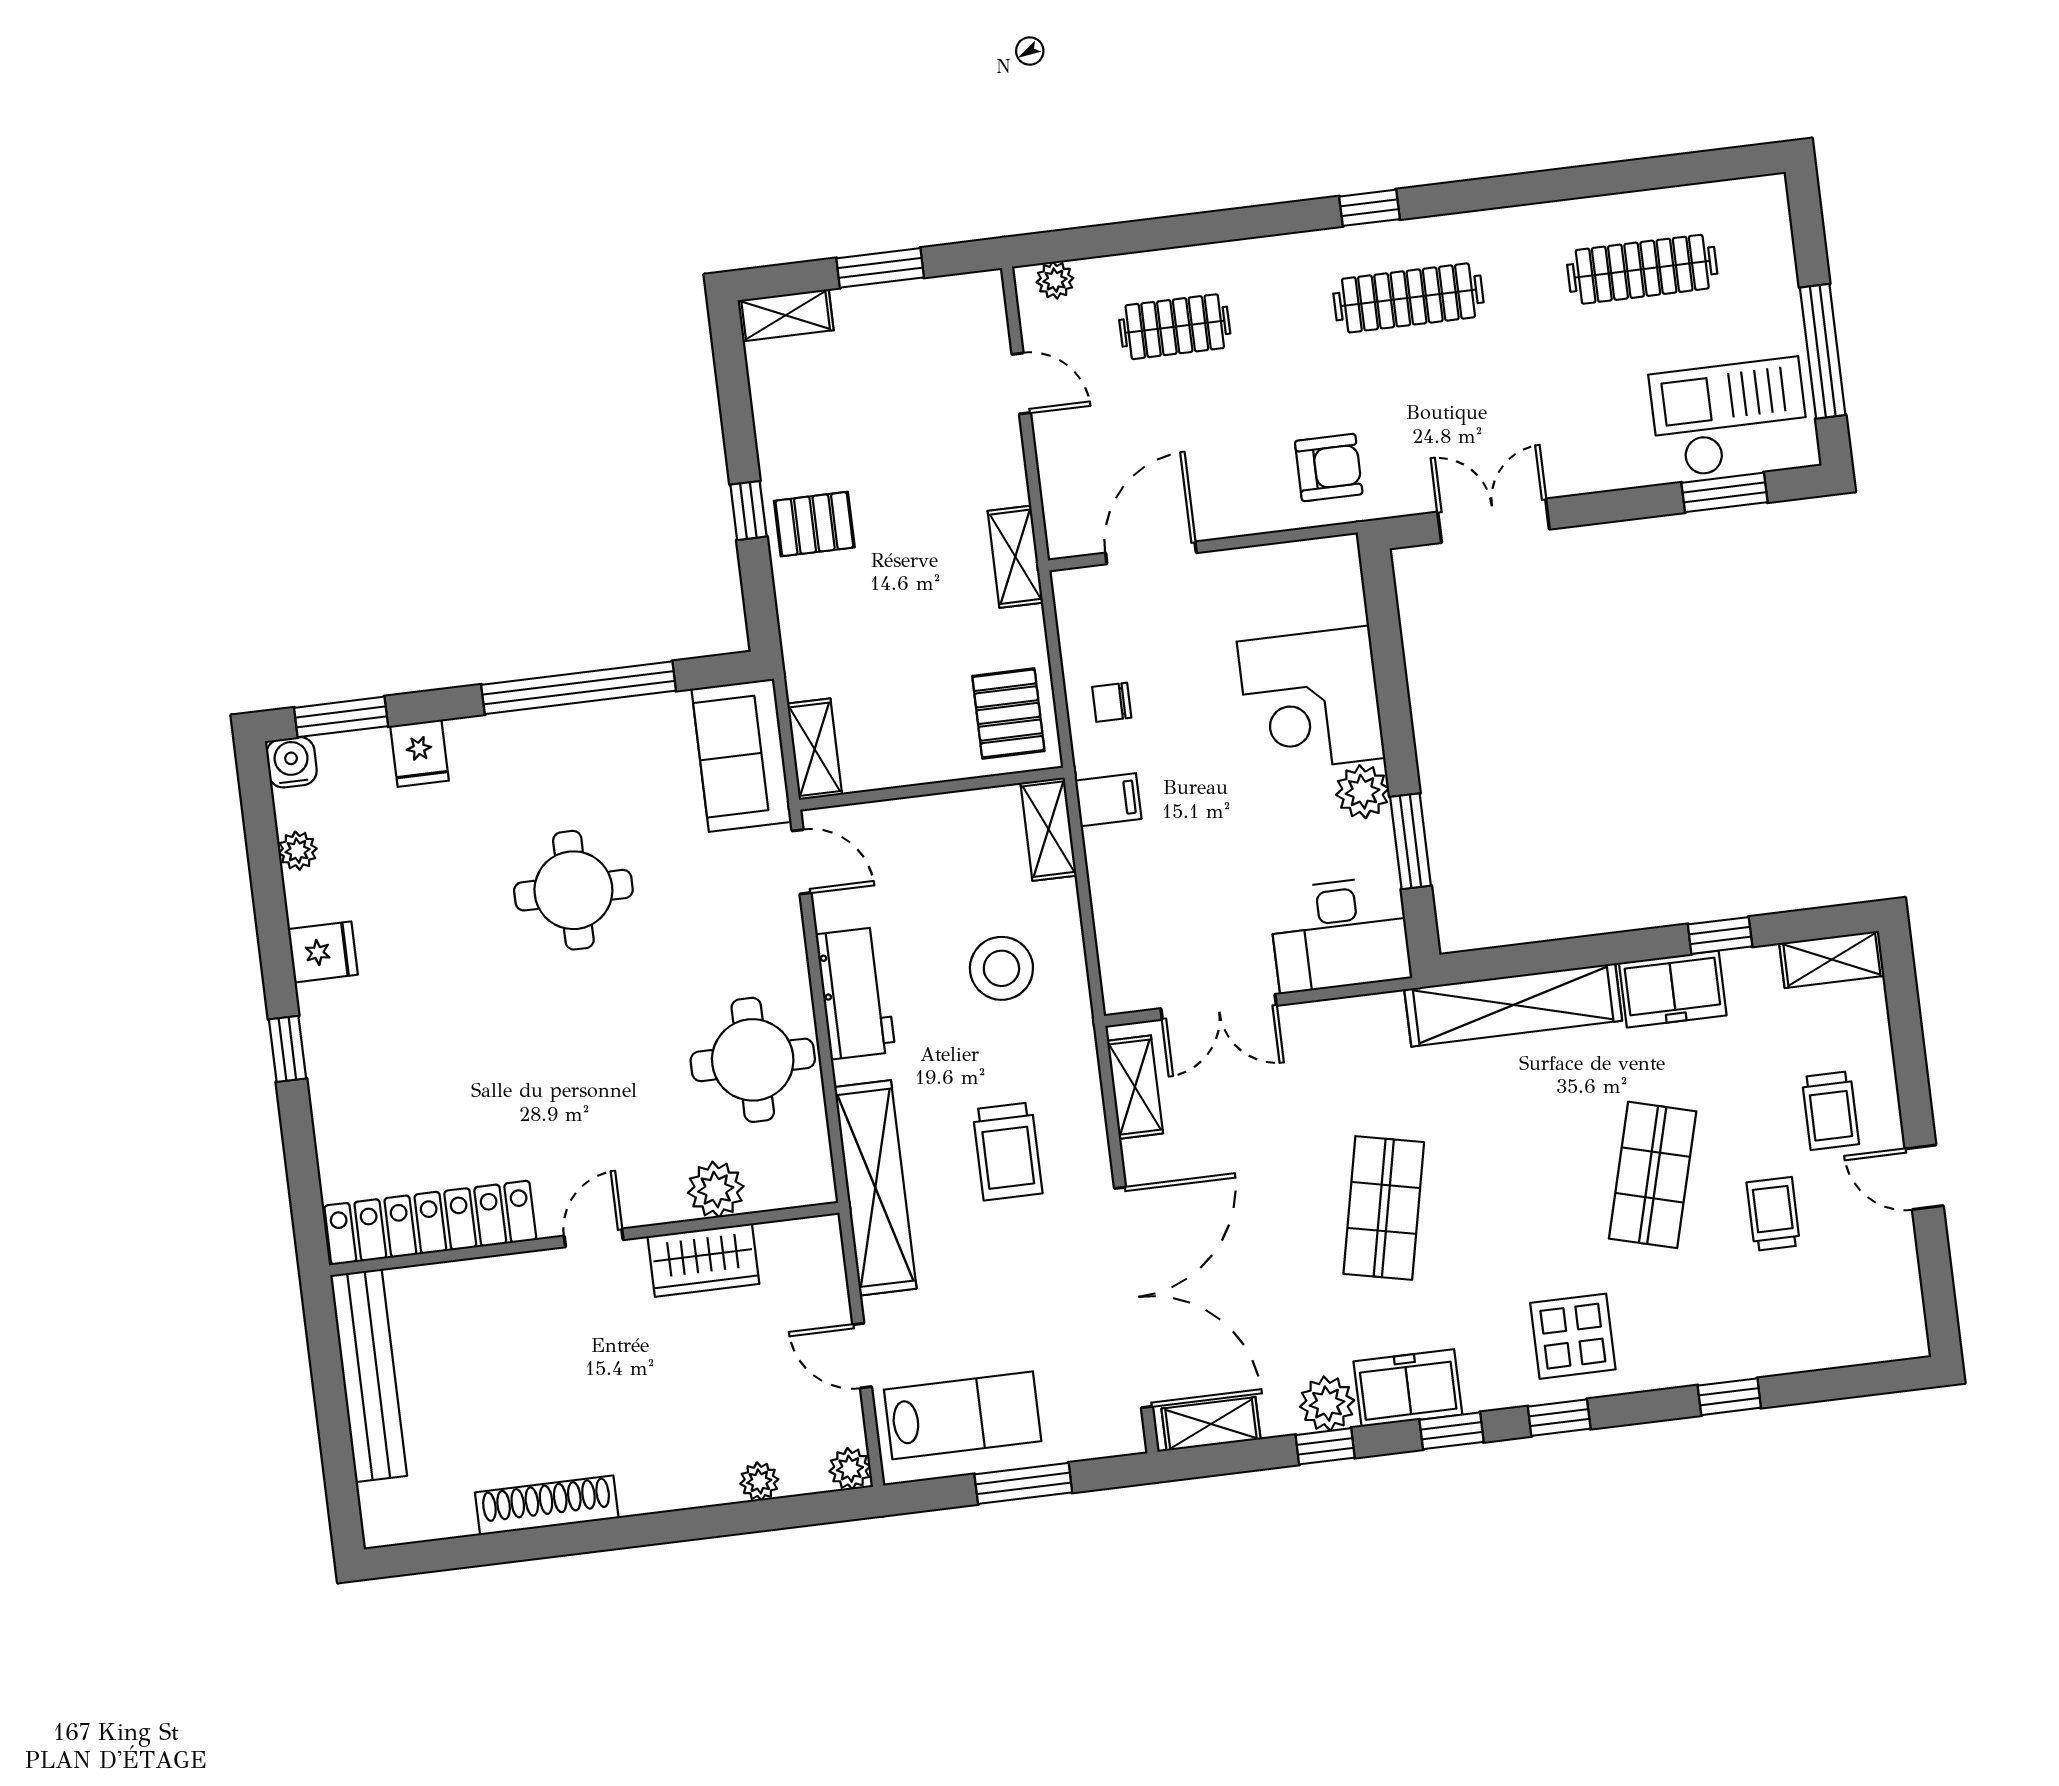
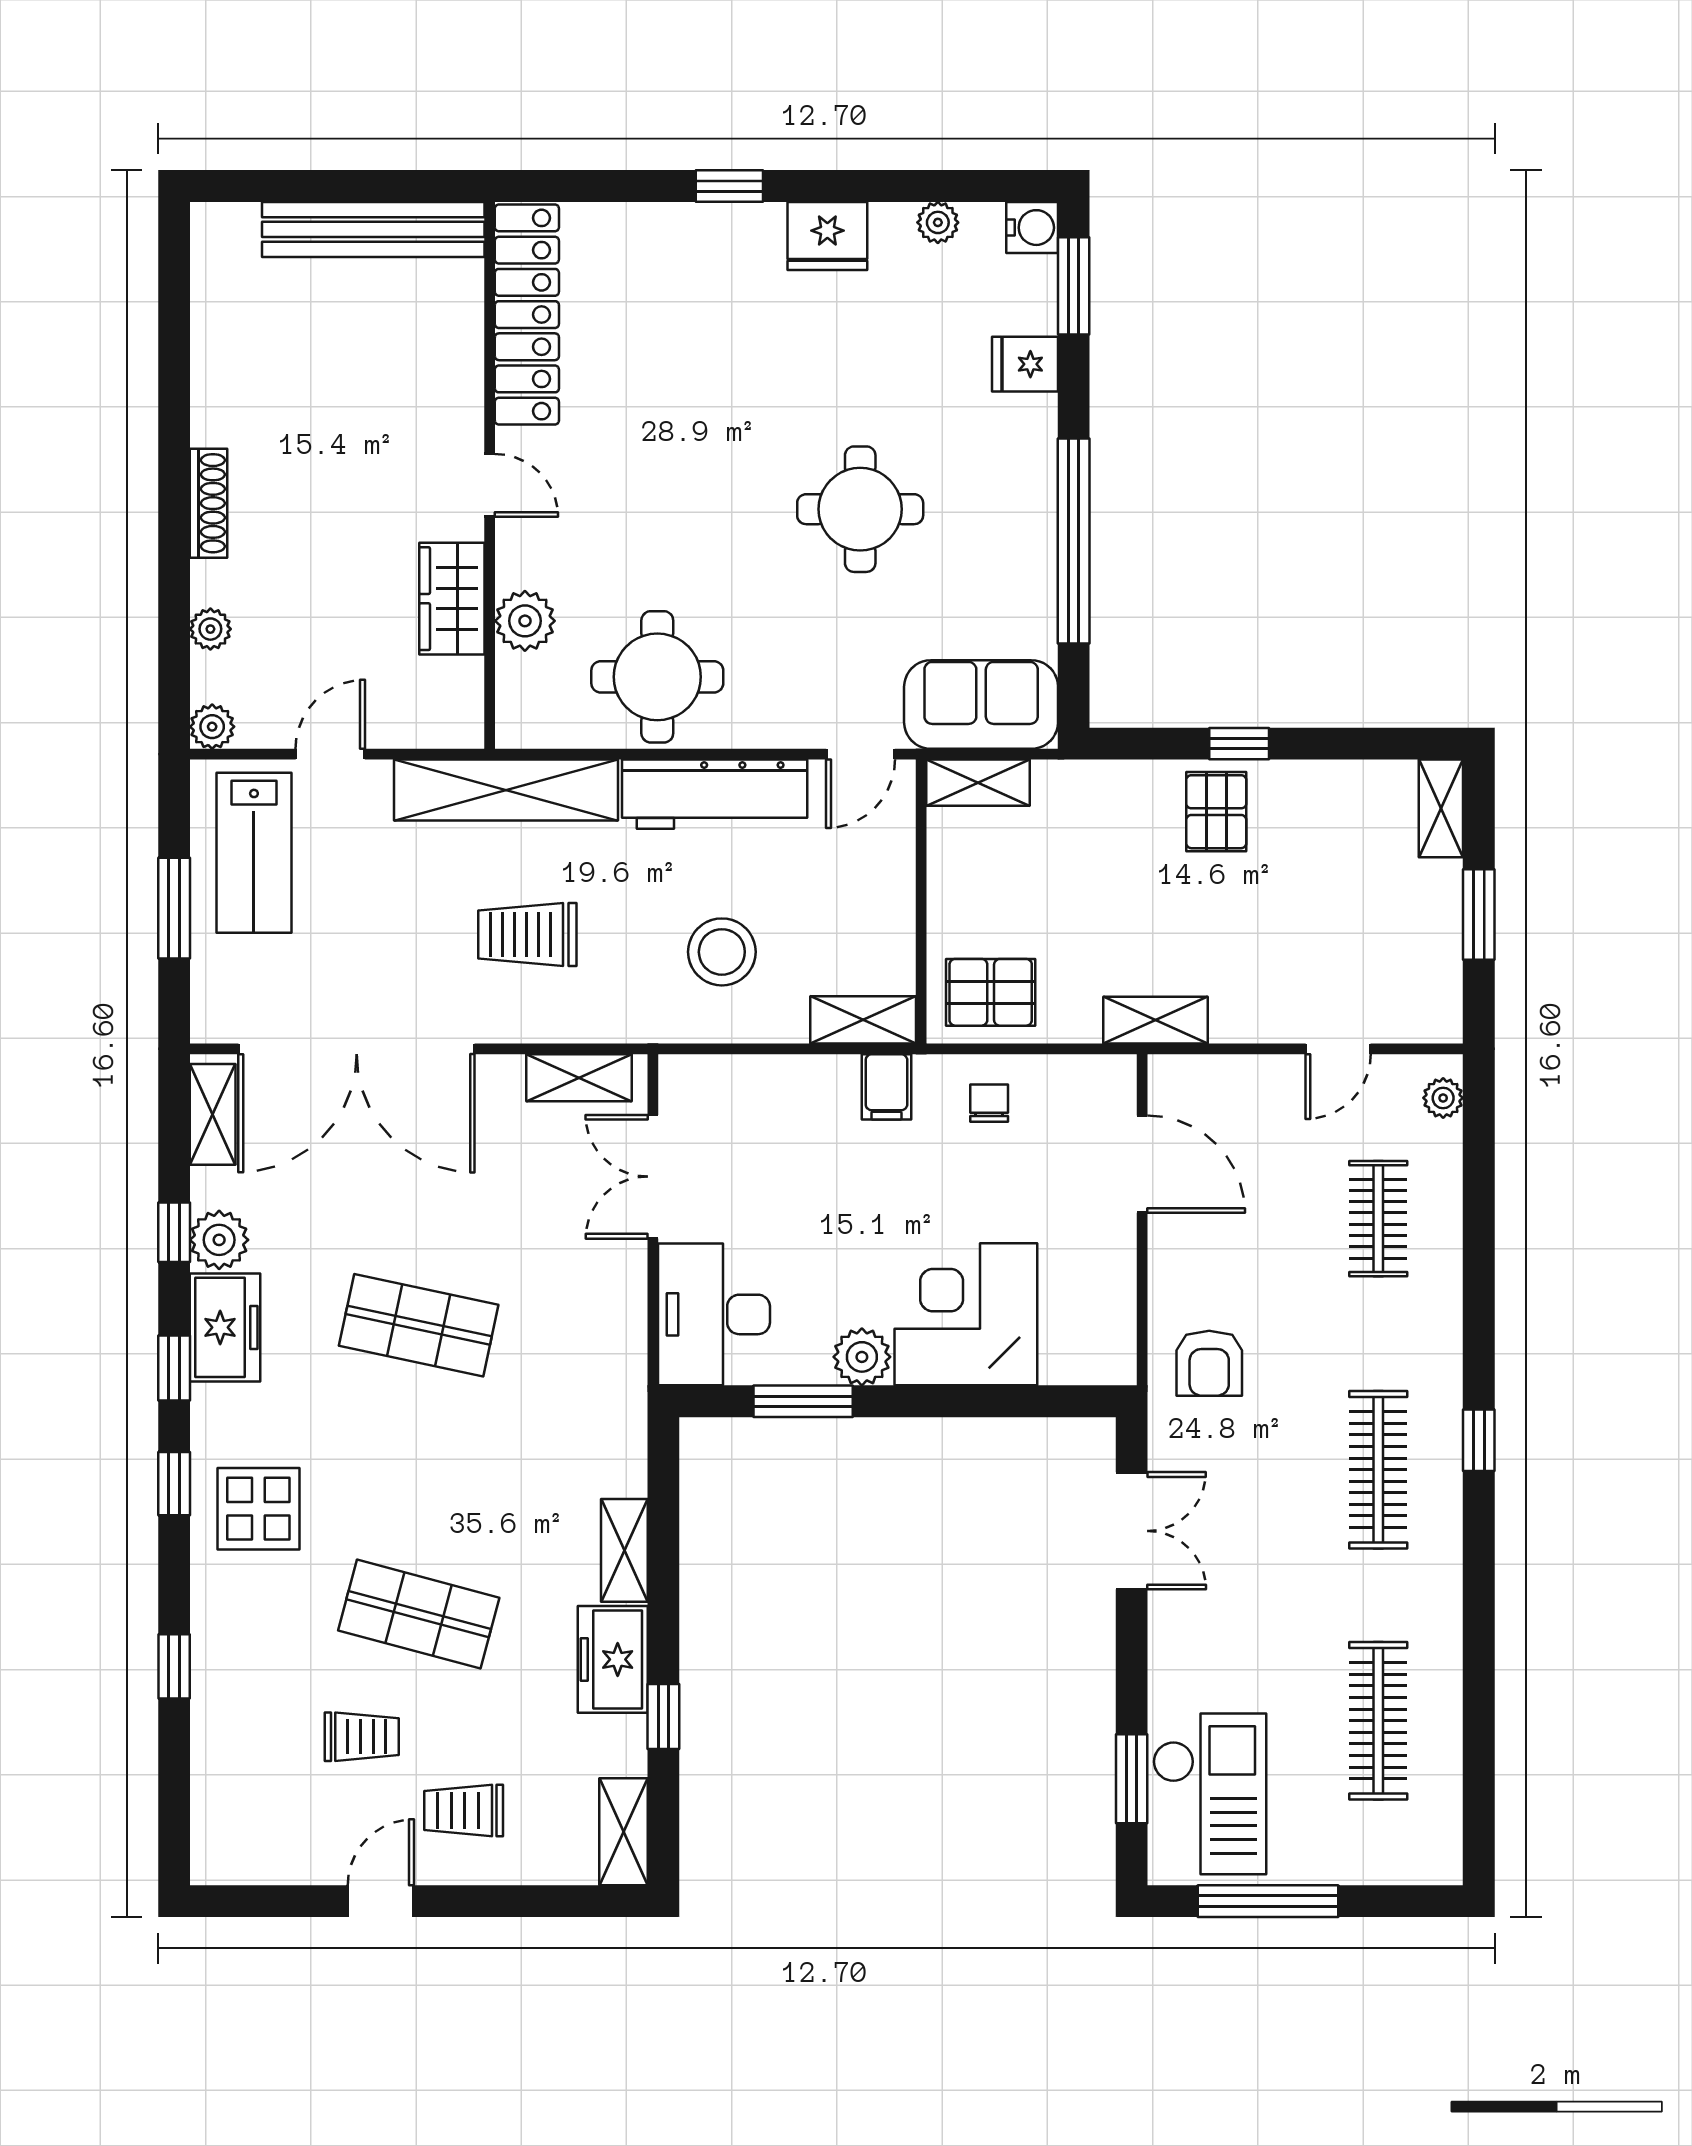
fridge: (323, 952) -> (827, 236), width x1.38
workbench: (855, 993) -> (715, 794), width x1.37
shelving: (1513, 1005) -> (624, 1550), width x0.45, depth x0.75
shoe rack: (547, 1505) -> (208, 503), moved, width x0.74, depth x0.81

